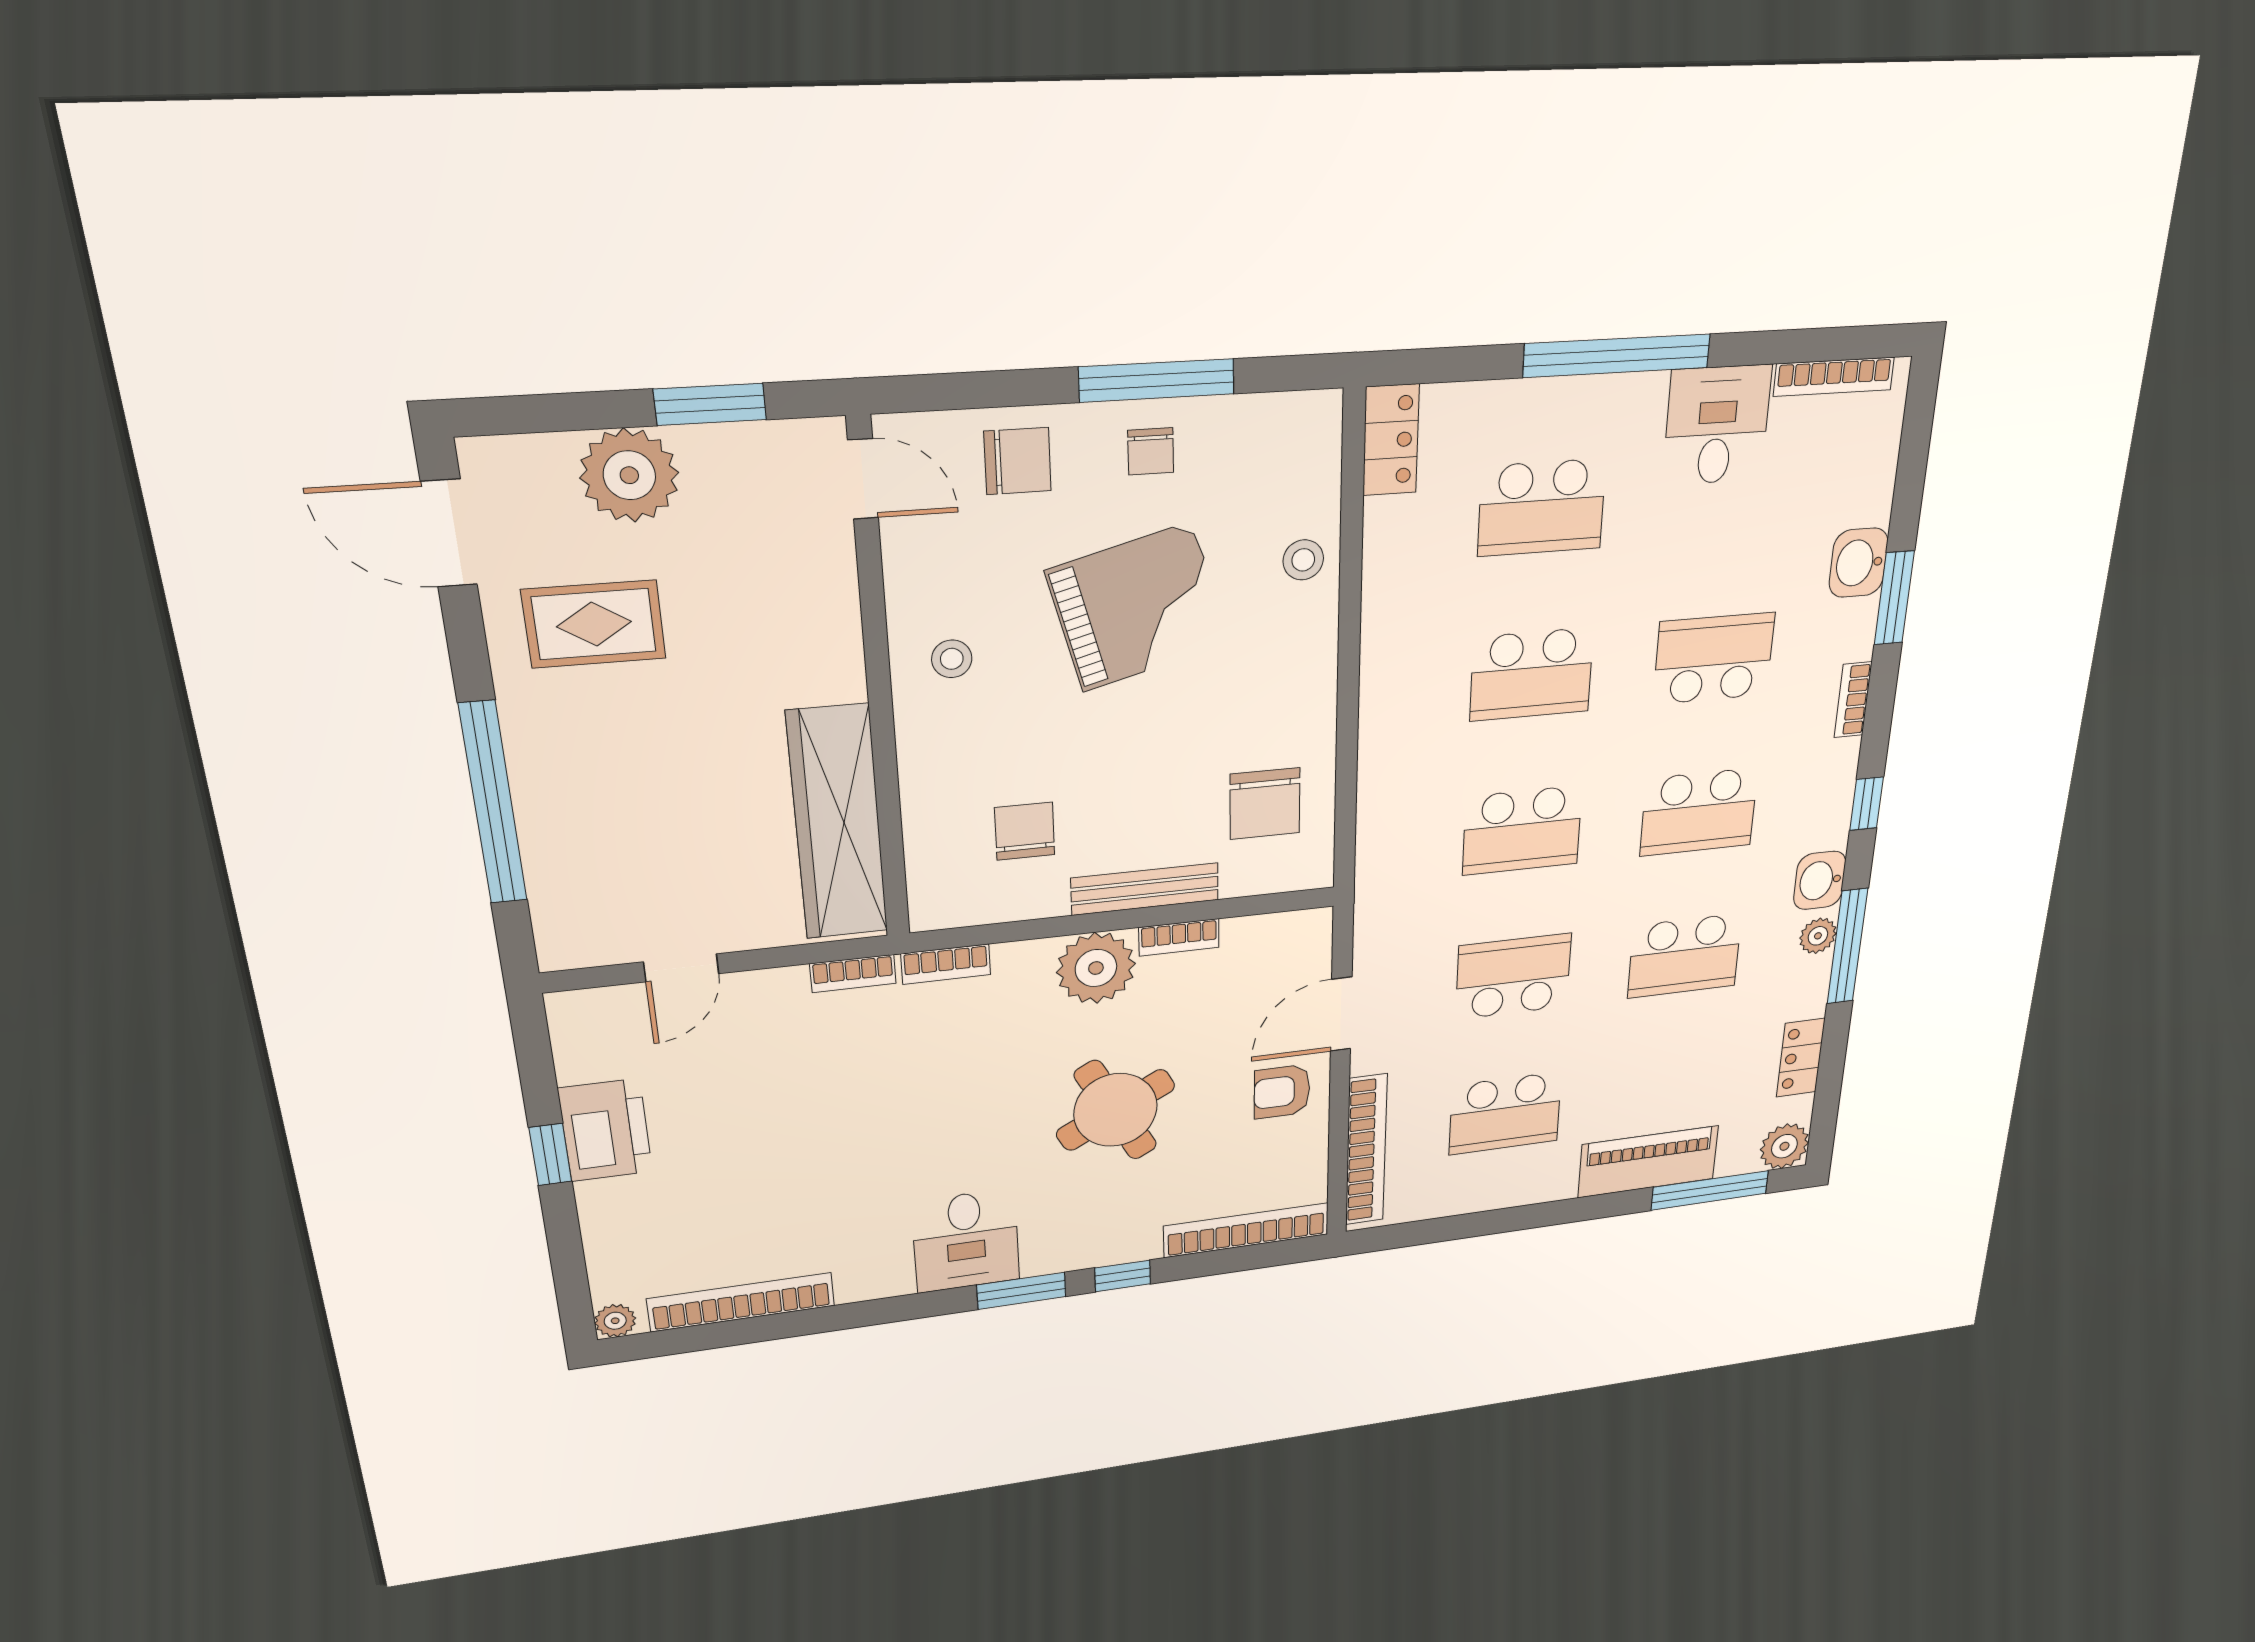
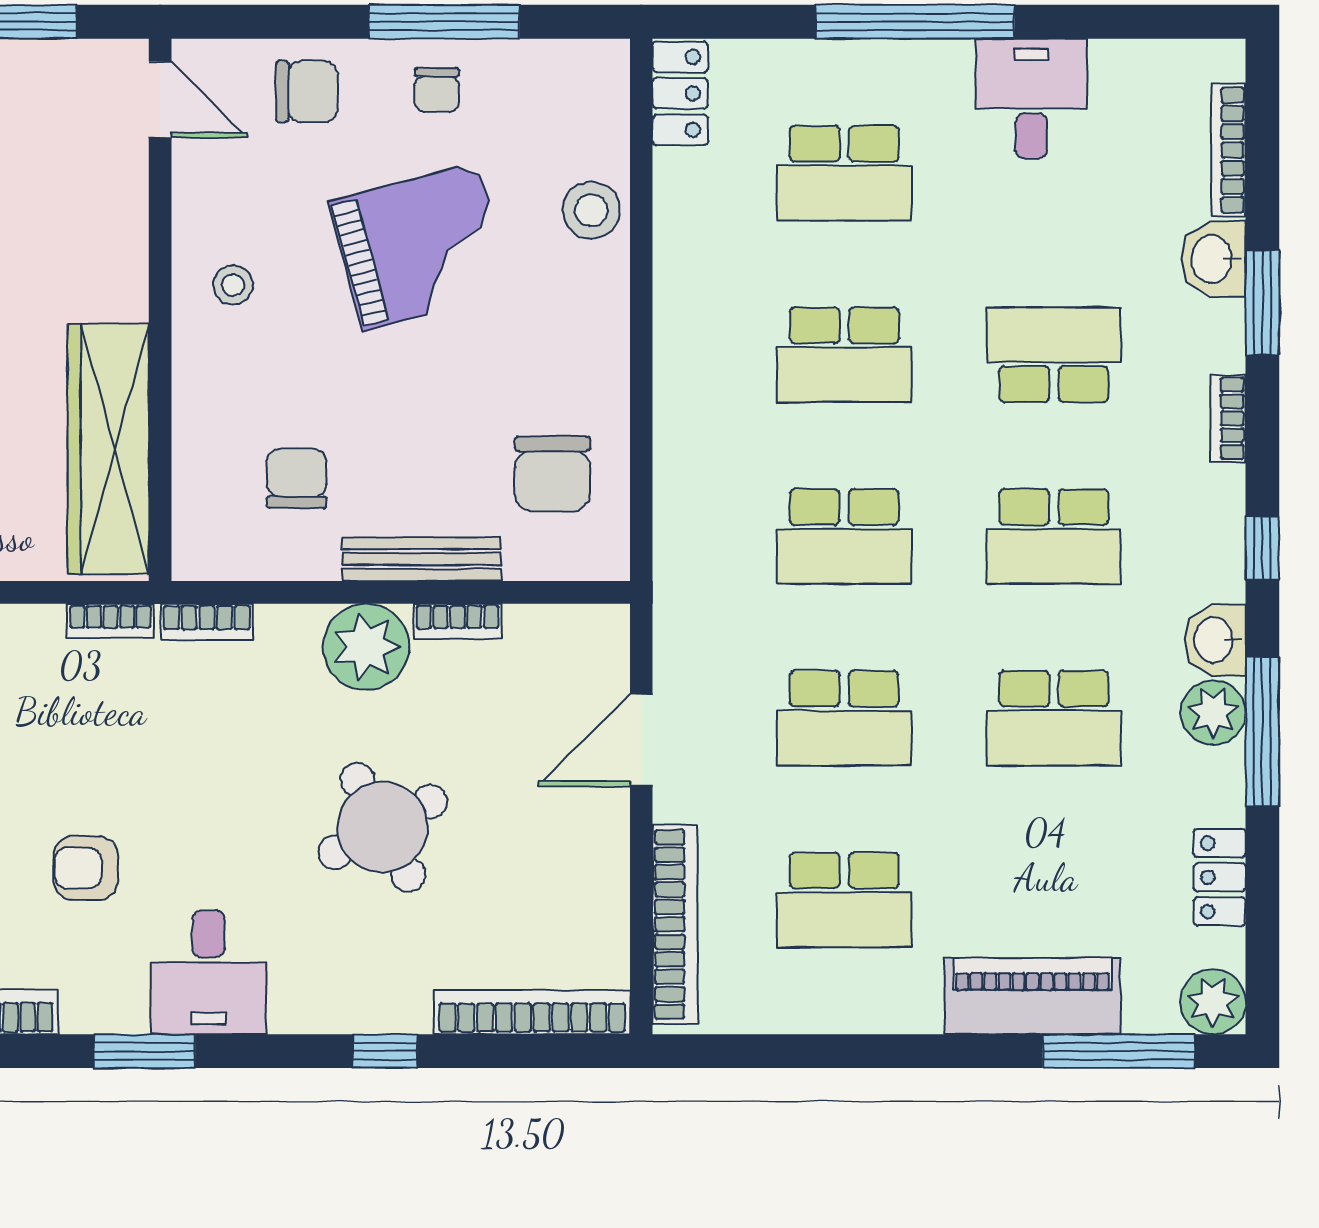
bookcase: (1834, 377) -> (1229, 150), moved, turned 90
stool: (1303, 560) -> (591, 210), width x1.37, depth x1.37
plant: (1818, 936) -> (1213, 713), width x1.38, depth x1.38
school desk: (1513, 976) -> (844, 718), turned 180
armchair: (1282, 1092) -> (86, 868), moved
window: (1021, 1291) -> (144, 1051), moved

